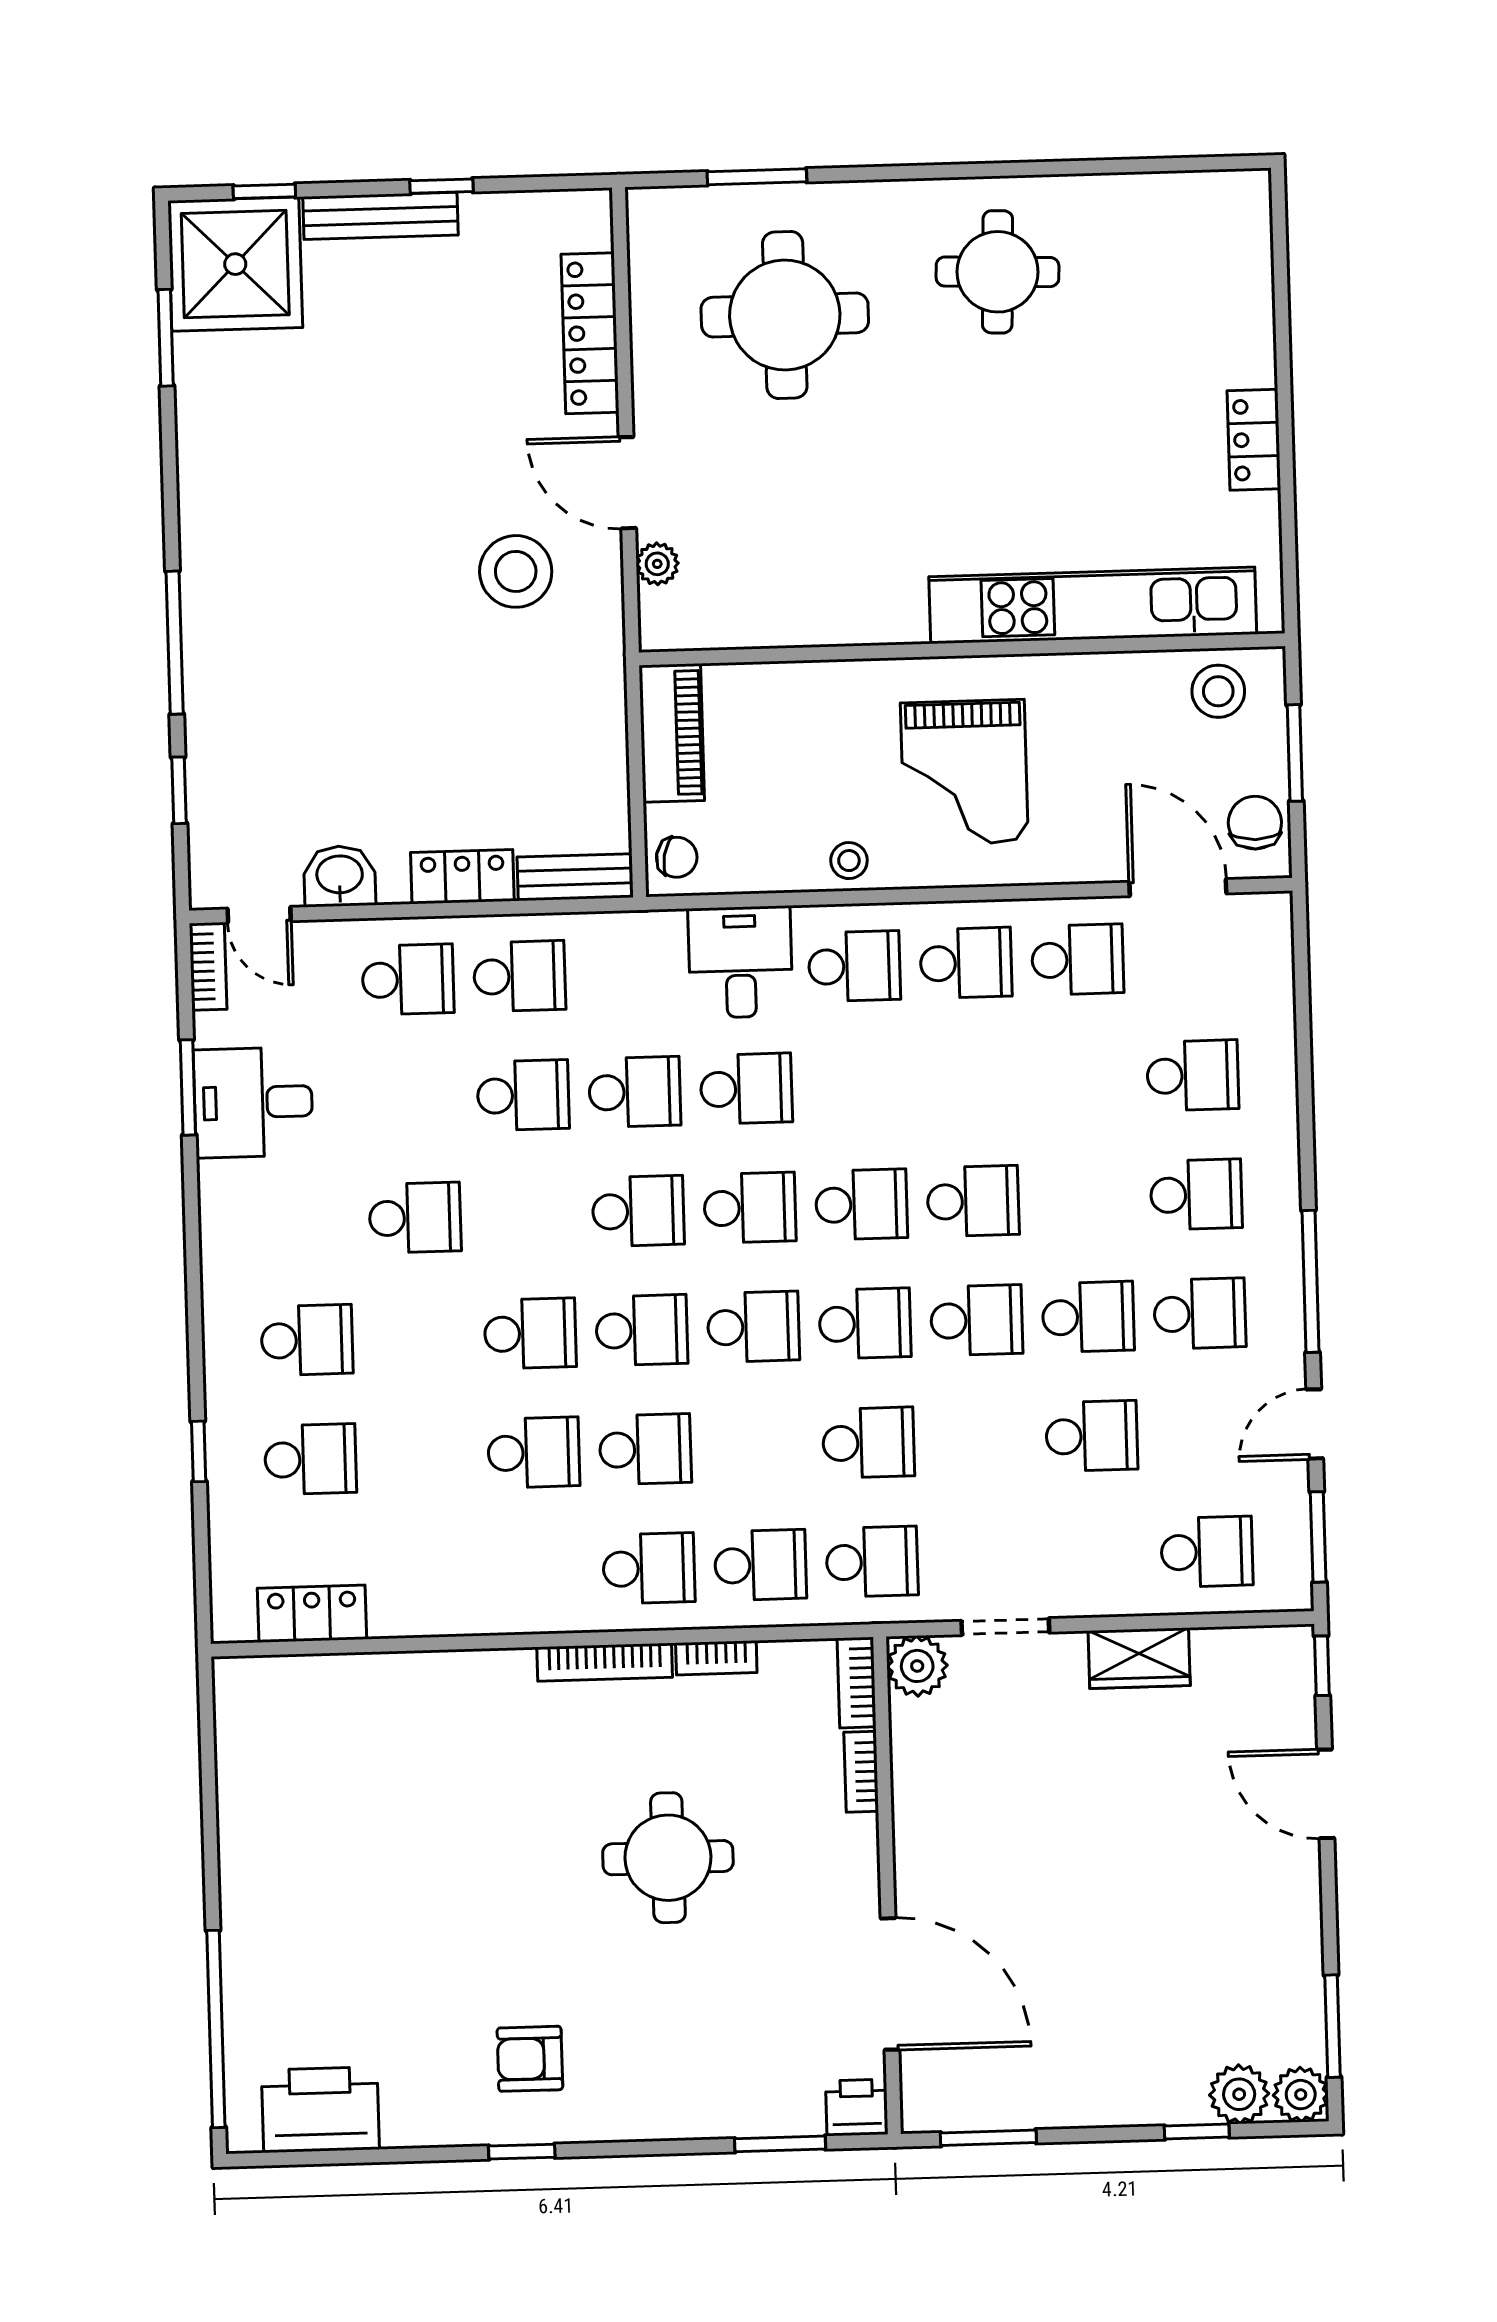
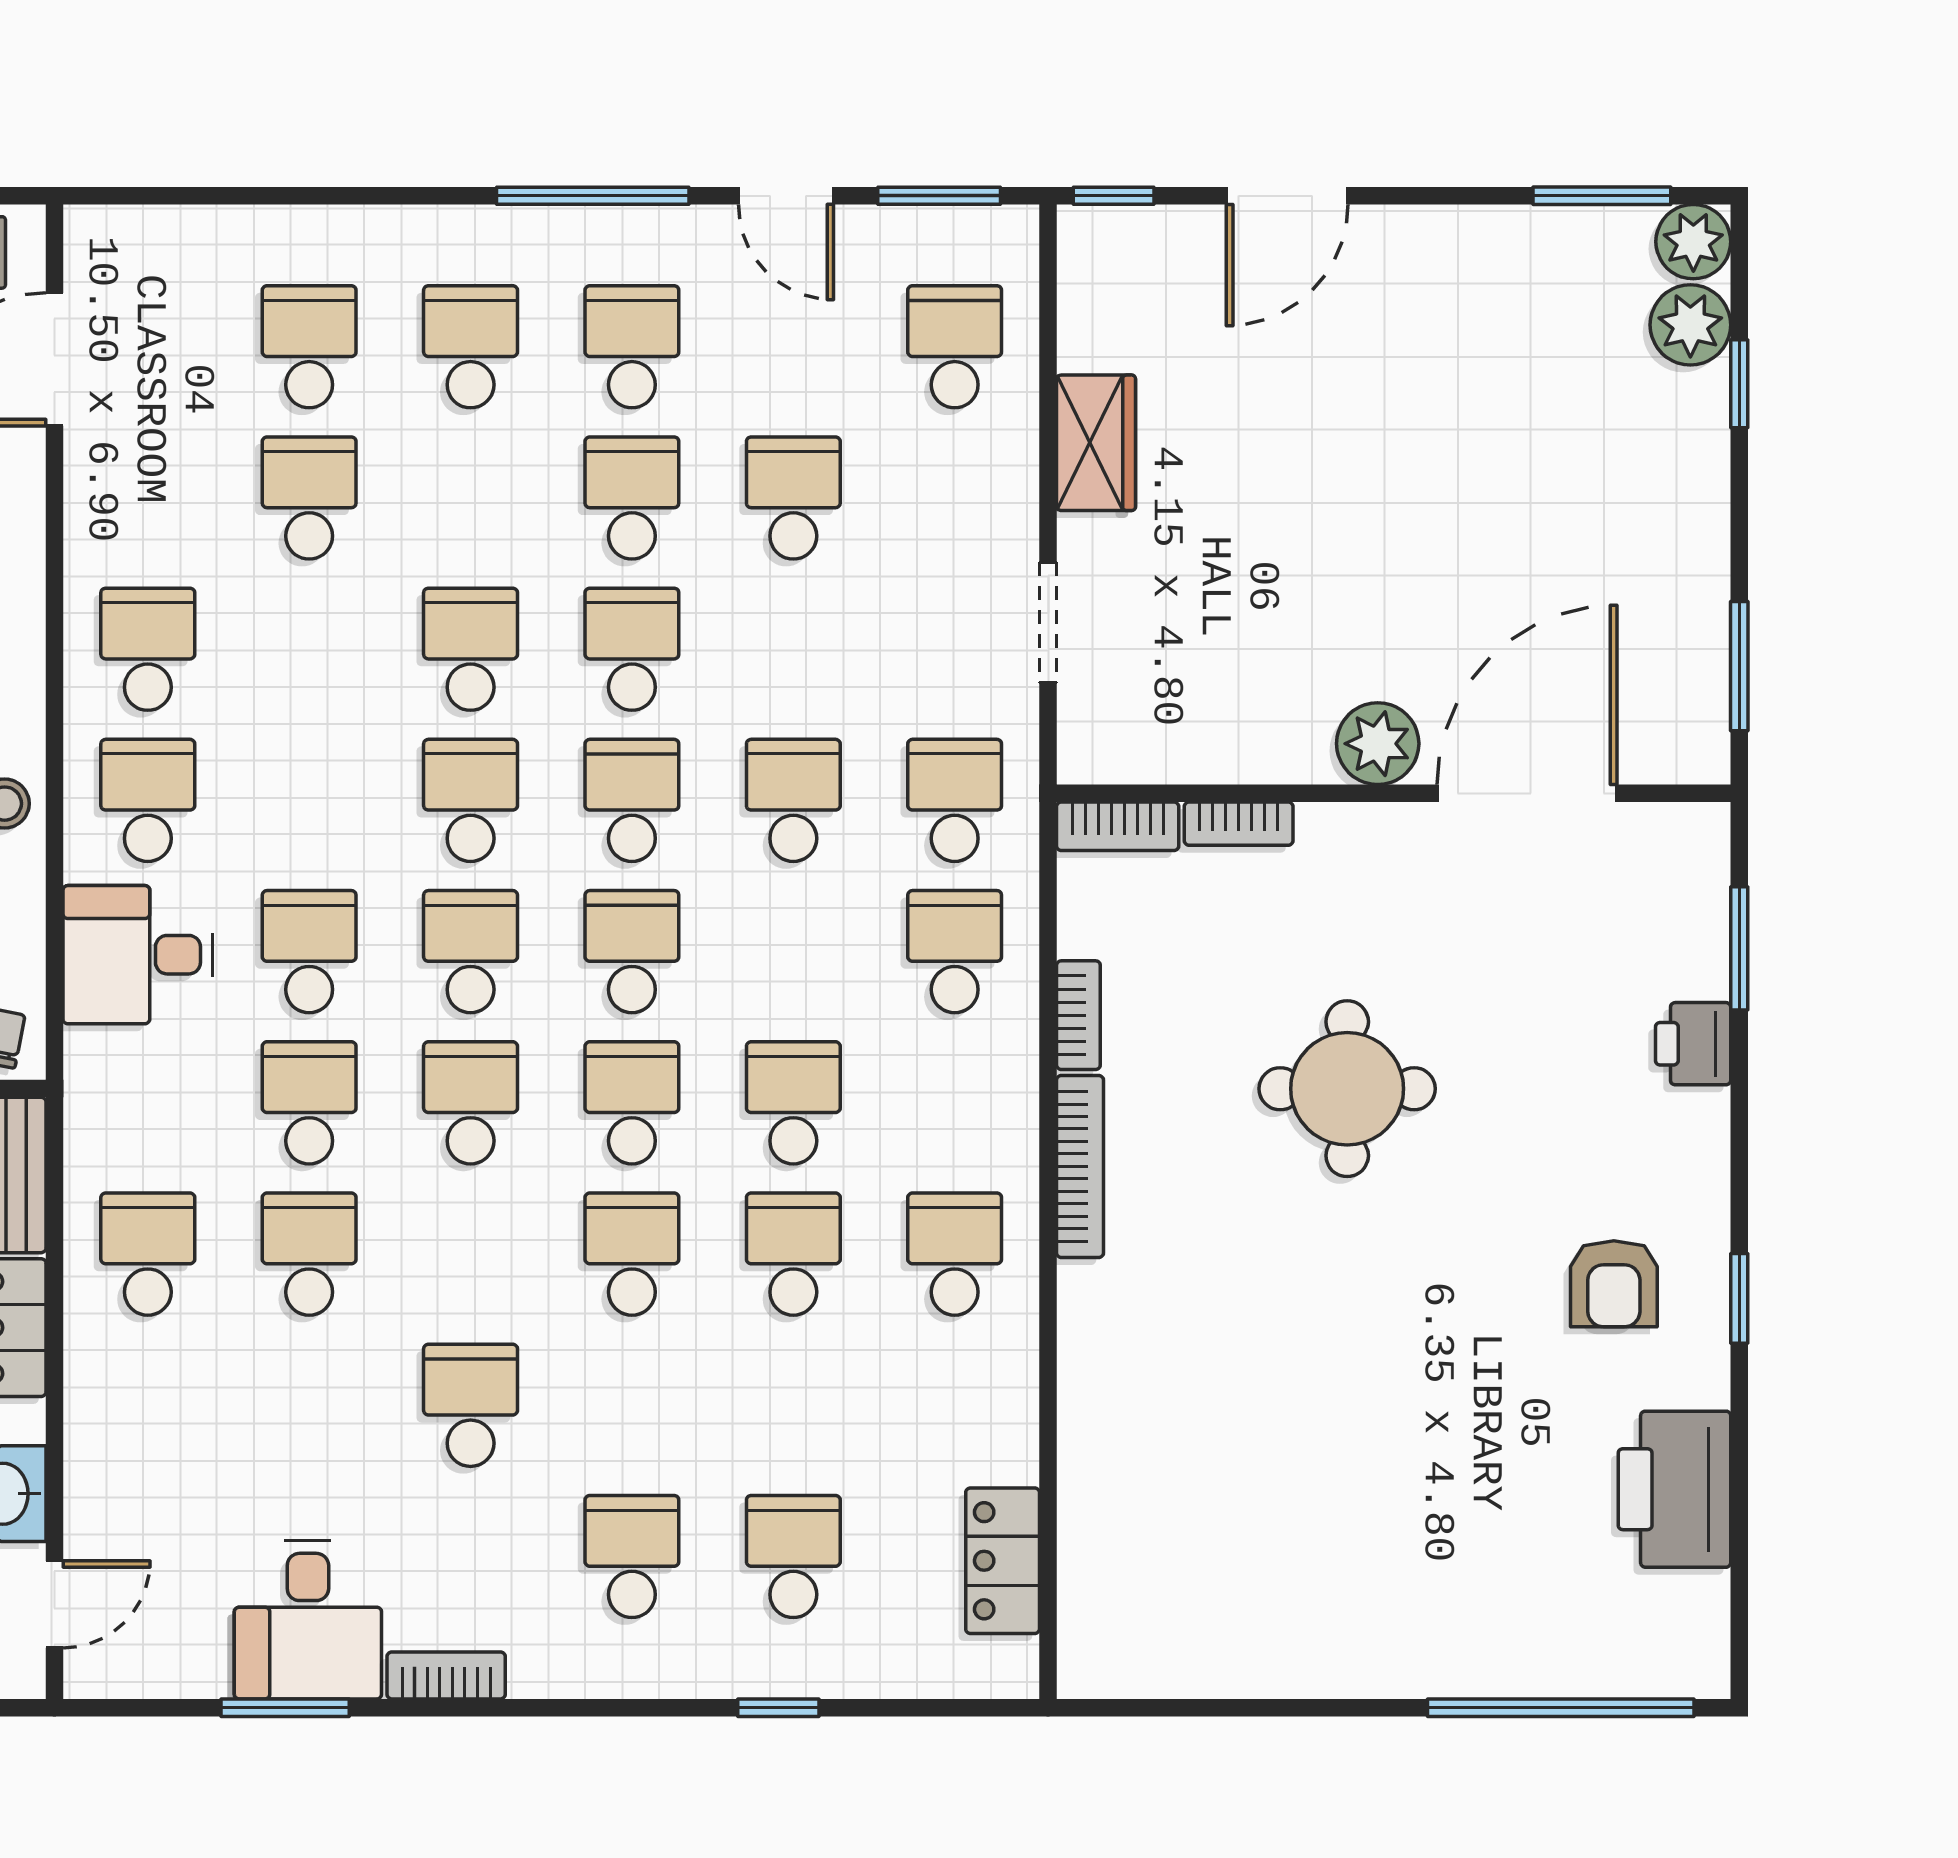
school desk: (1078, 960) -> (309, 498), moved
bookcase: (208, 966) -> (446, 1675), moved
school desk: (408, 979) -> (148, 1405), removed
school desk: (649, 1568) -> (955, 1254), moved
plant: (917, 1666) -> (1378, 744), moved
printer: (857, 2108) -> (1693, 1044), moved
printer: (320, 2110) -> (1674, 1489), moved

